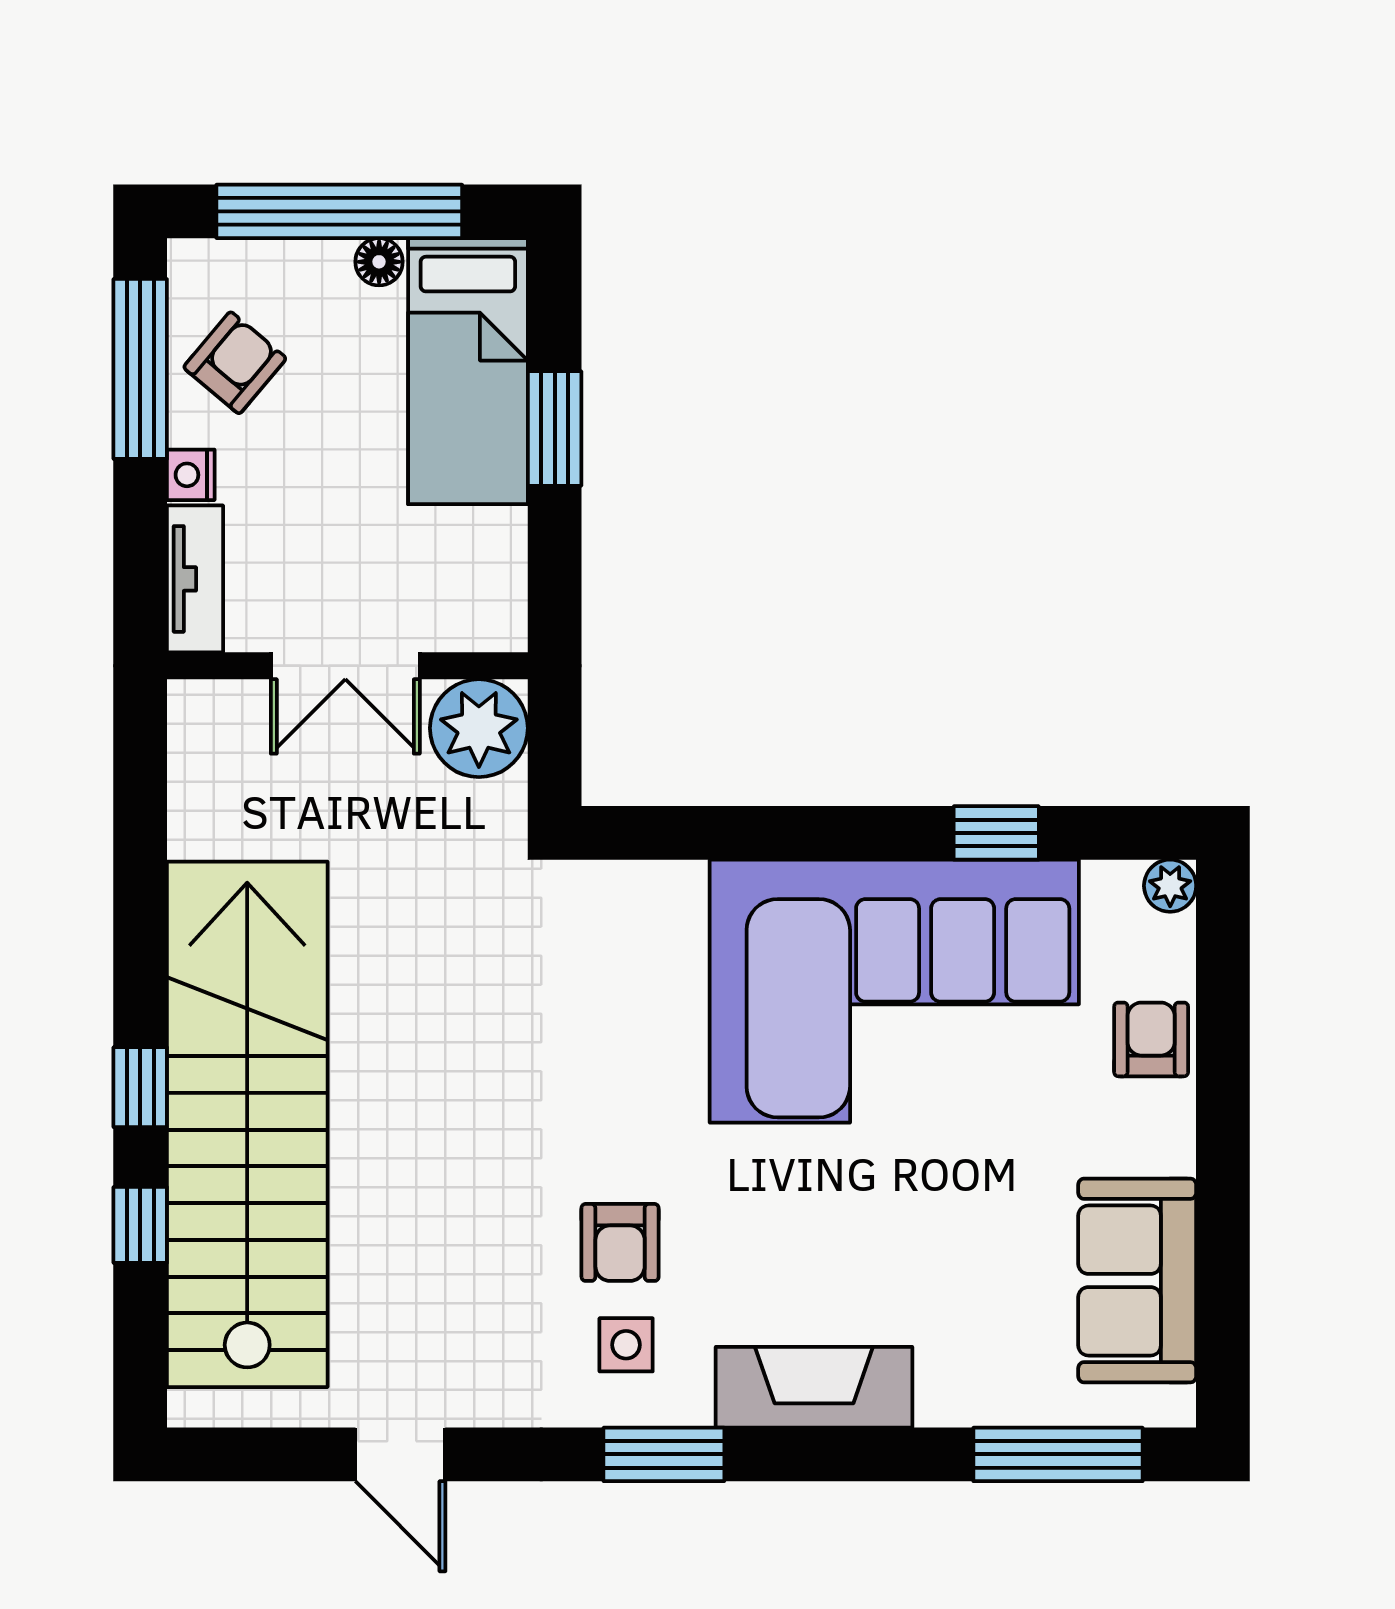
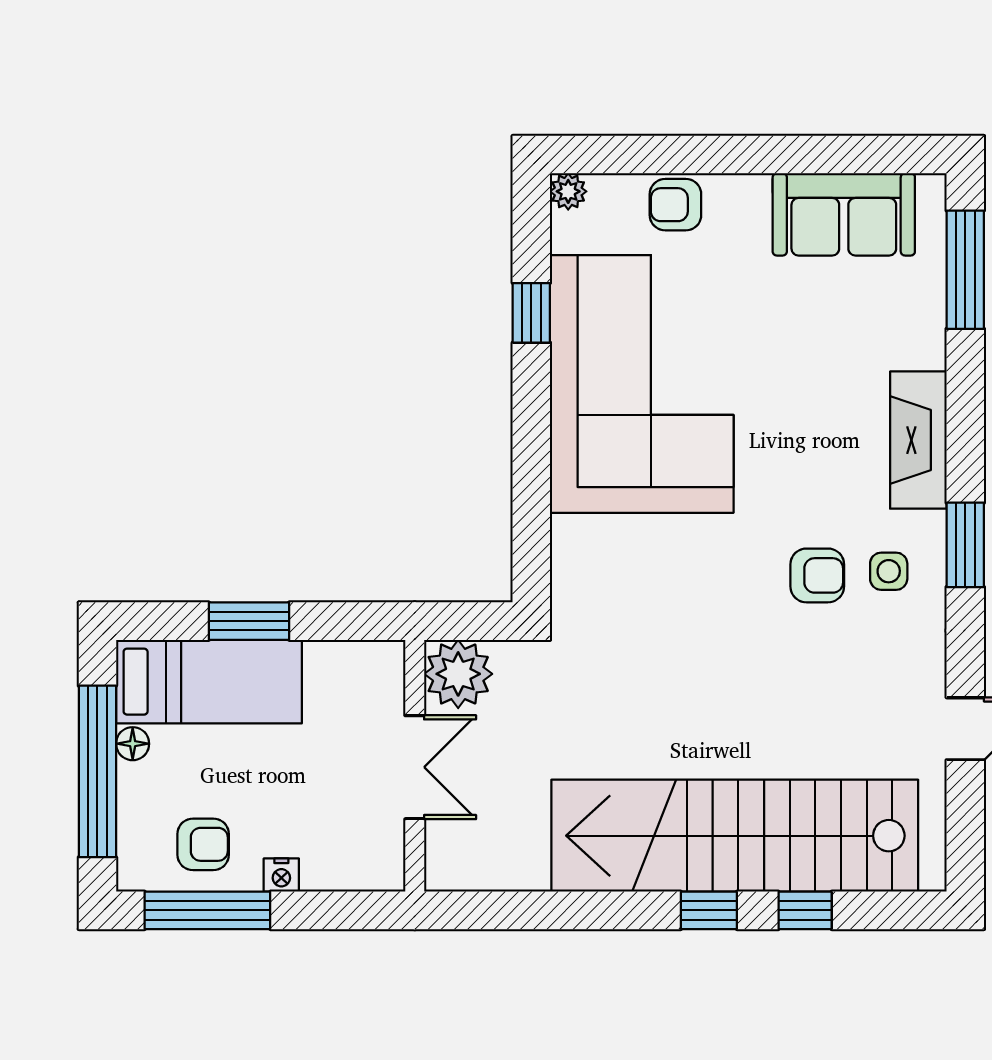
armchair: (235, 363) -> (203, 844), turned 140
tv unit: (195, 579) -> (354, 872), removed

